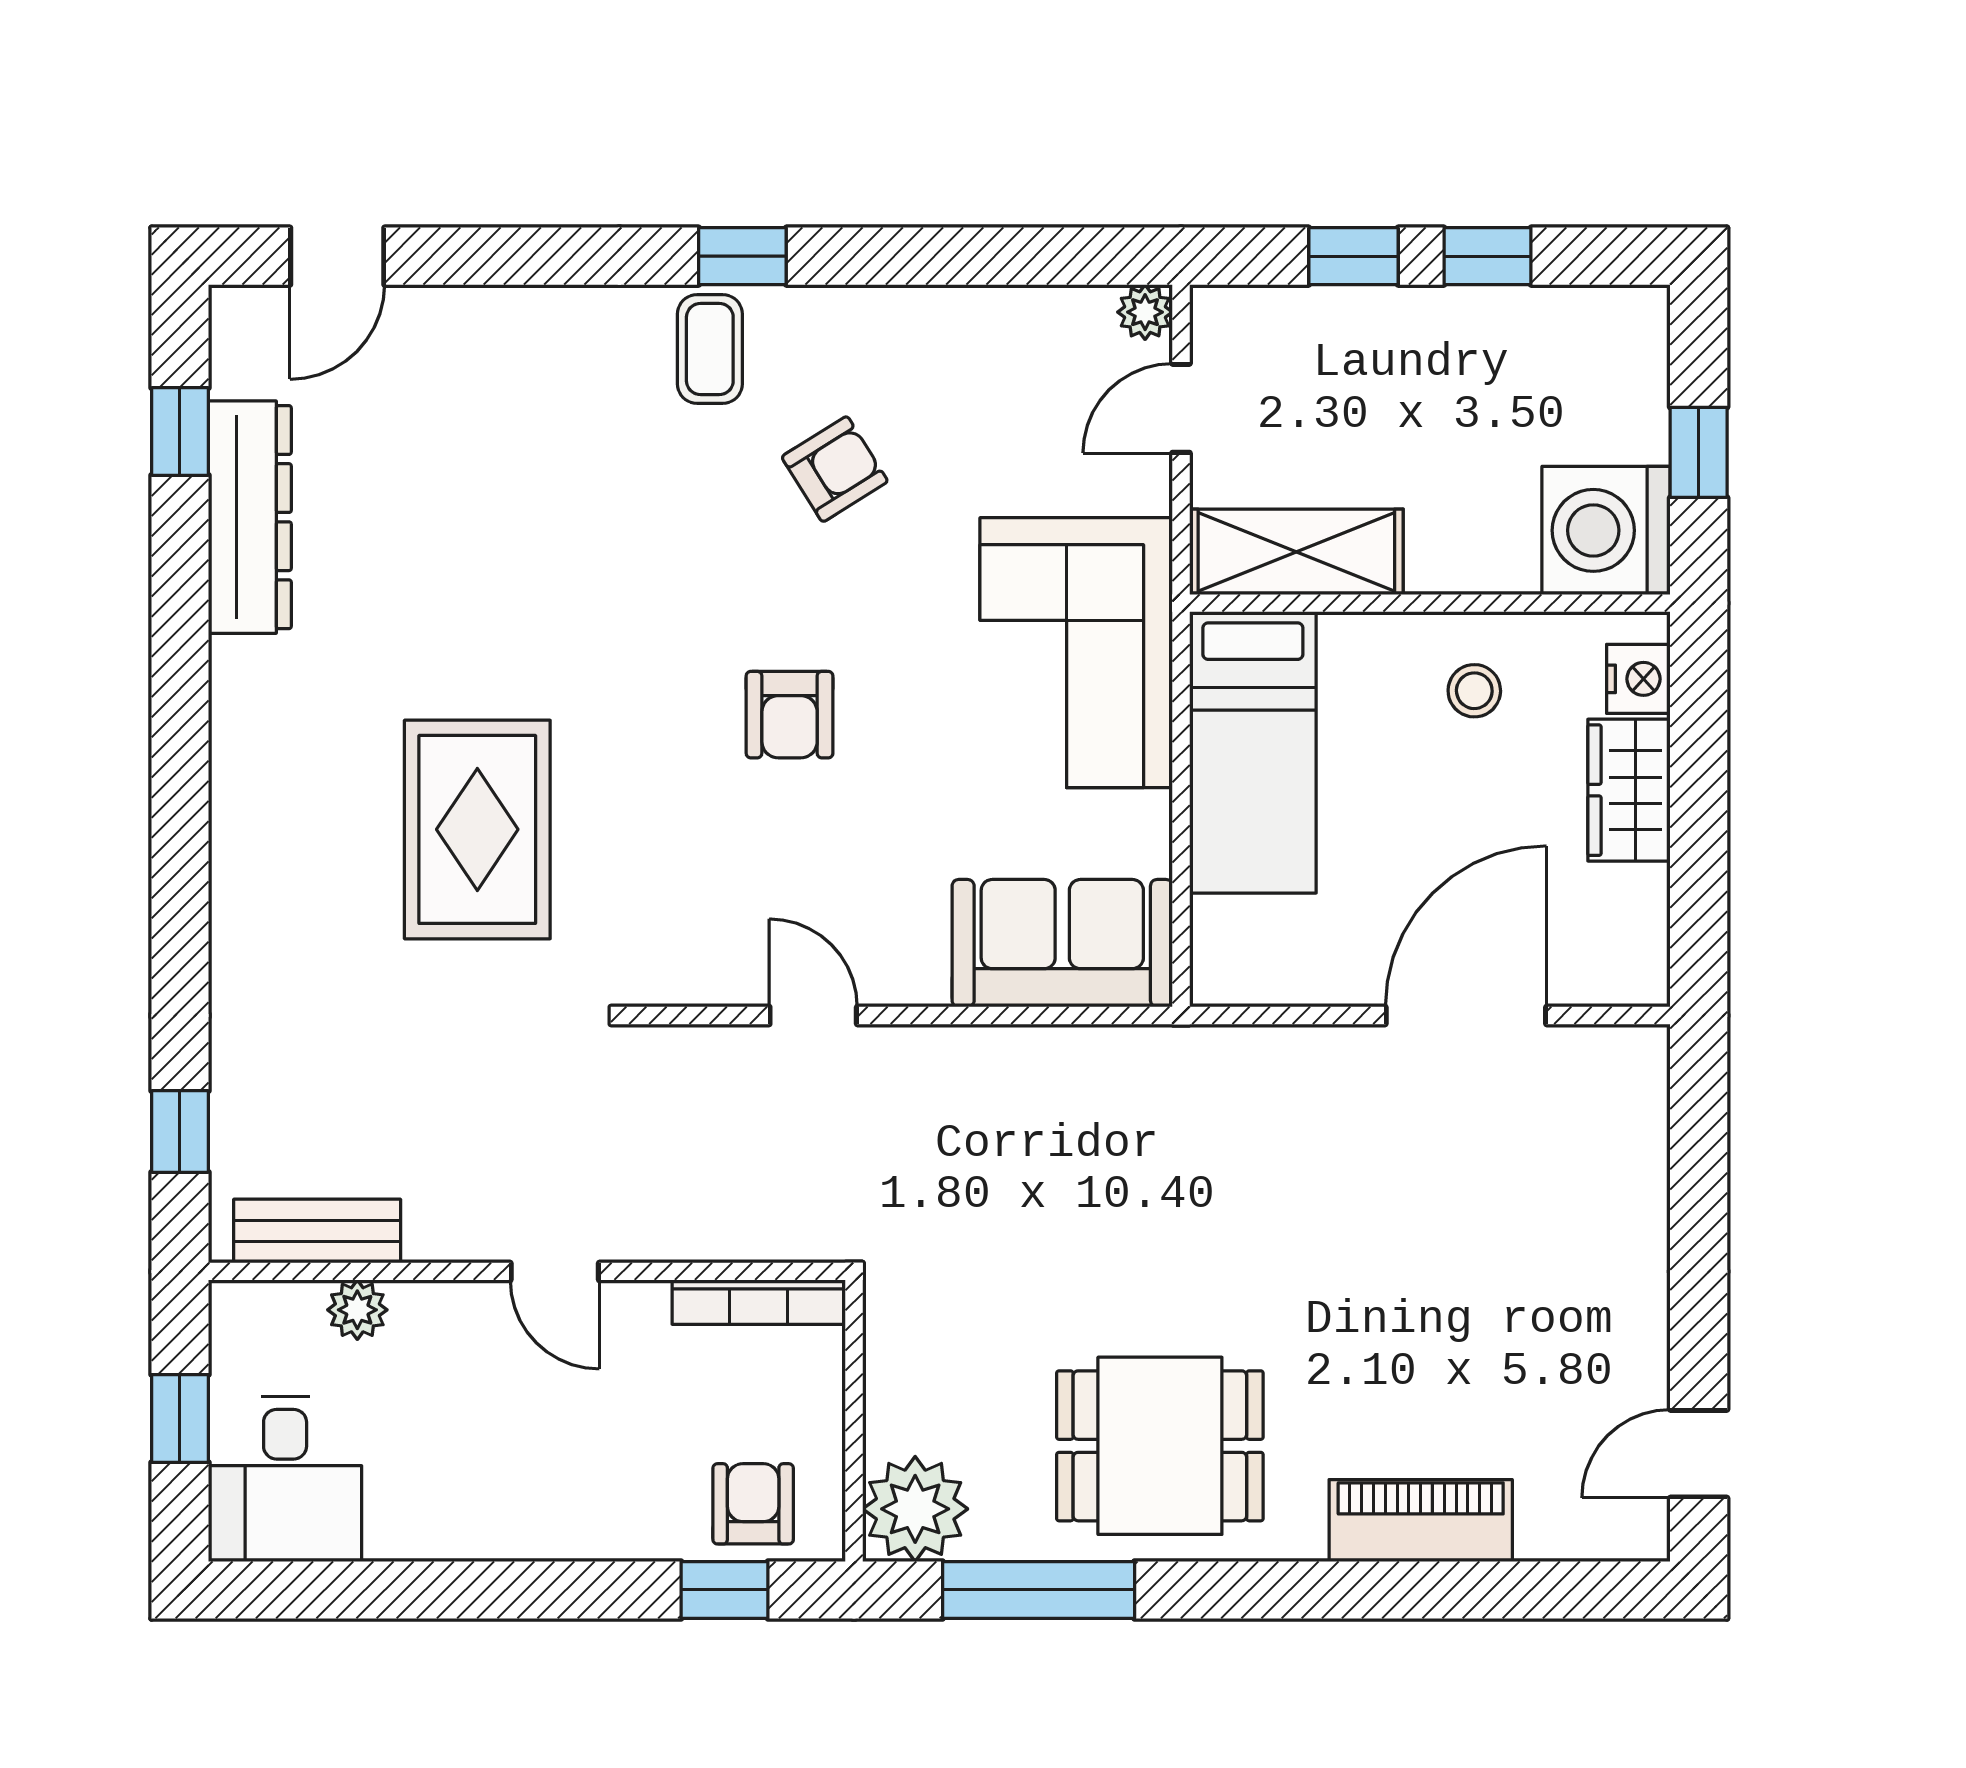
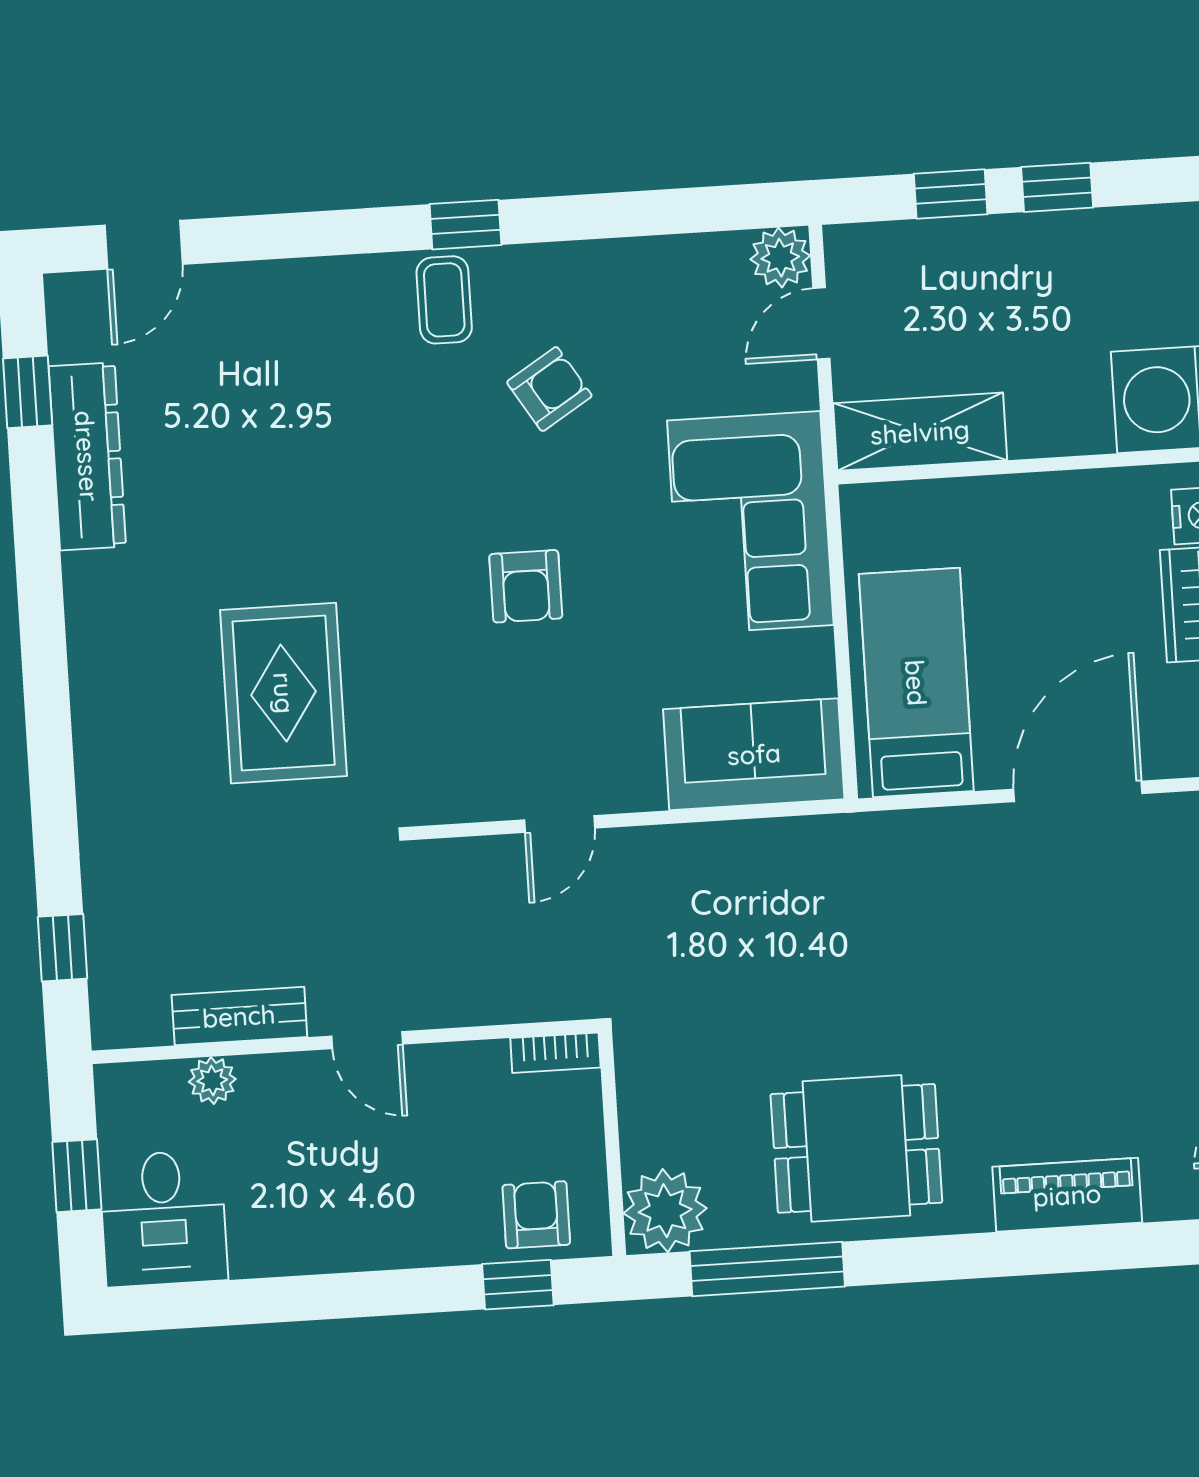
plant: (1145, 312) -> (780, 258), width x1.38, depth x1.38
stool: (1474, 691) -> (1068, 533), removed
bed: (1253, 752) -> (916, 683), moved, turned 180
door: (813, 1015) -> (560, 824), swing flipped
bench: (317, 1231) -> (239, 1016), moved
bookcase: (759, 1302) -> (555, 1053), width x0.64

